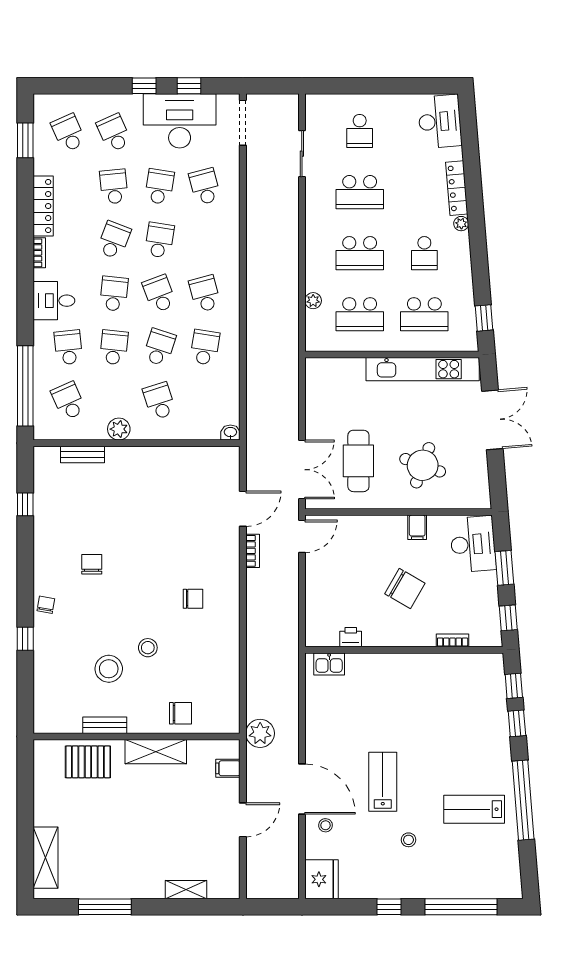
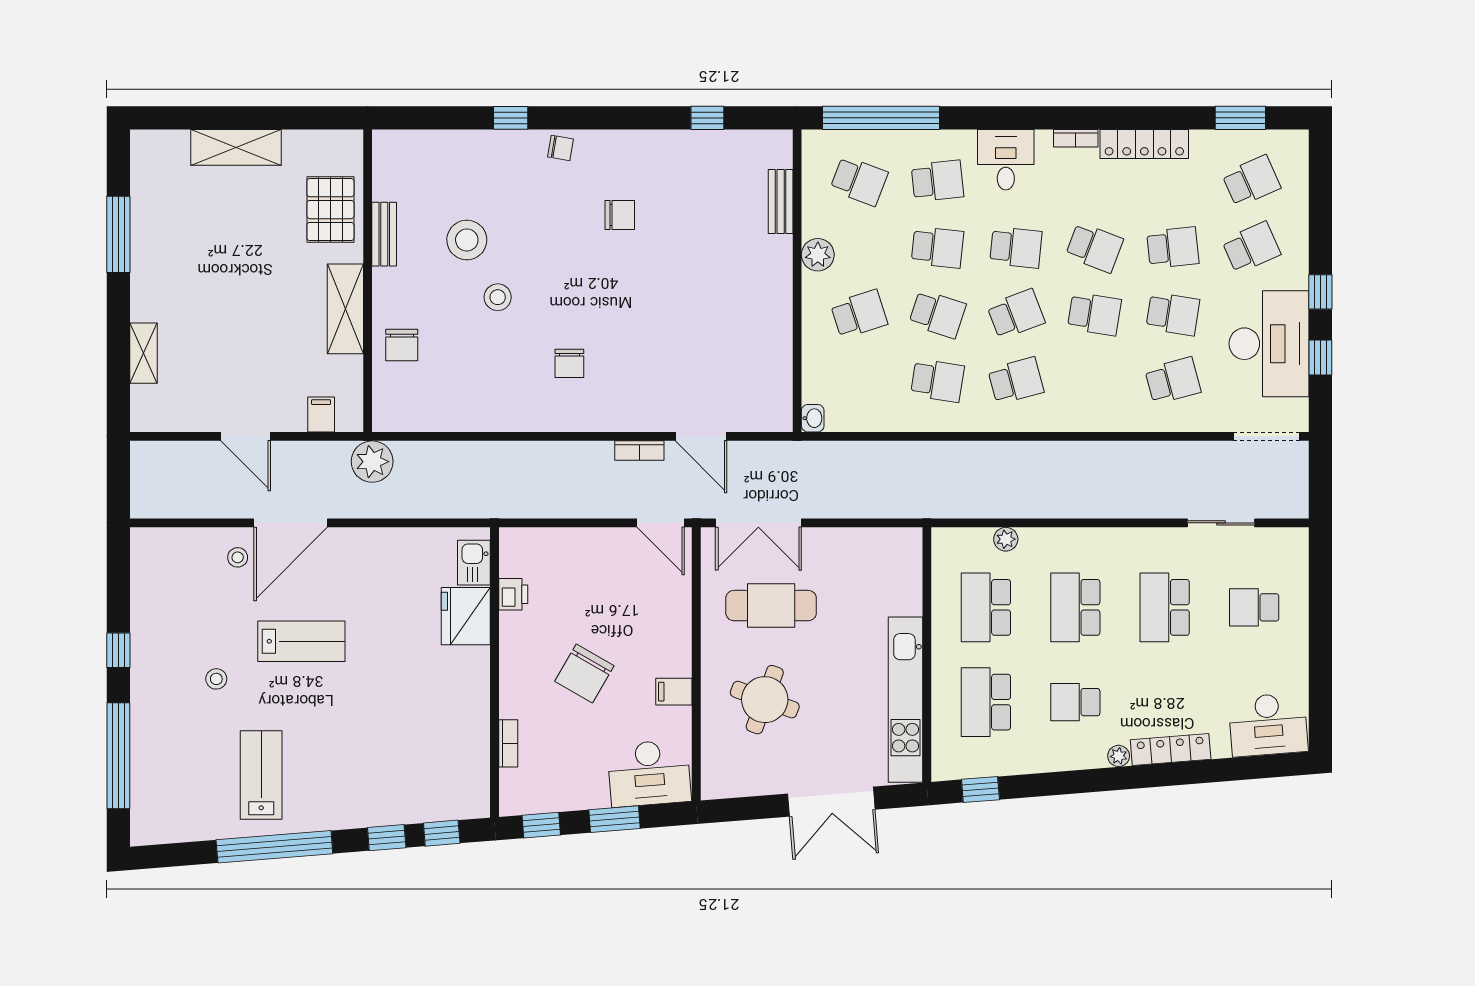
school desk: (68, 401) -> (859, 181), turned 45
shelving: (46, 858) -> (236, 147), moved
fridge: (322, 879) -> (466, 616), moved, turned 90

